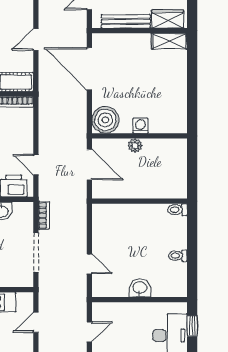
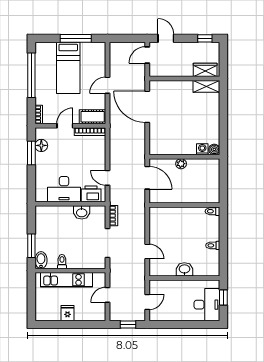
bench: (126, 21) -> (174, 72), removed
boiler: (105, 120) -> (214, 149), moved, width x0.54, depth x0.54
washing machine: (140, 126) -> (202, 149), moved

